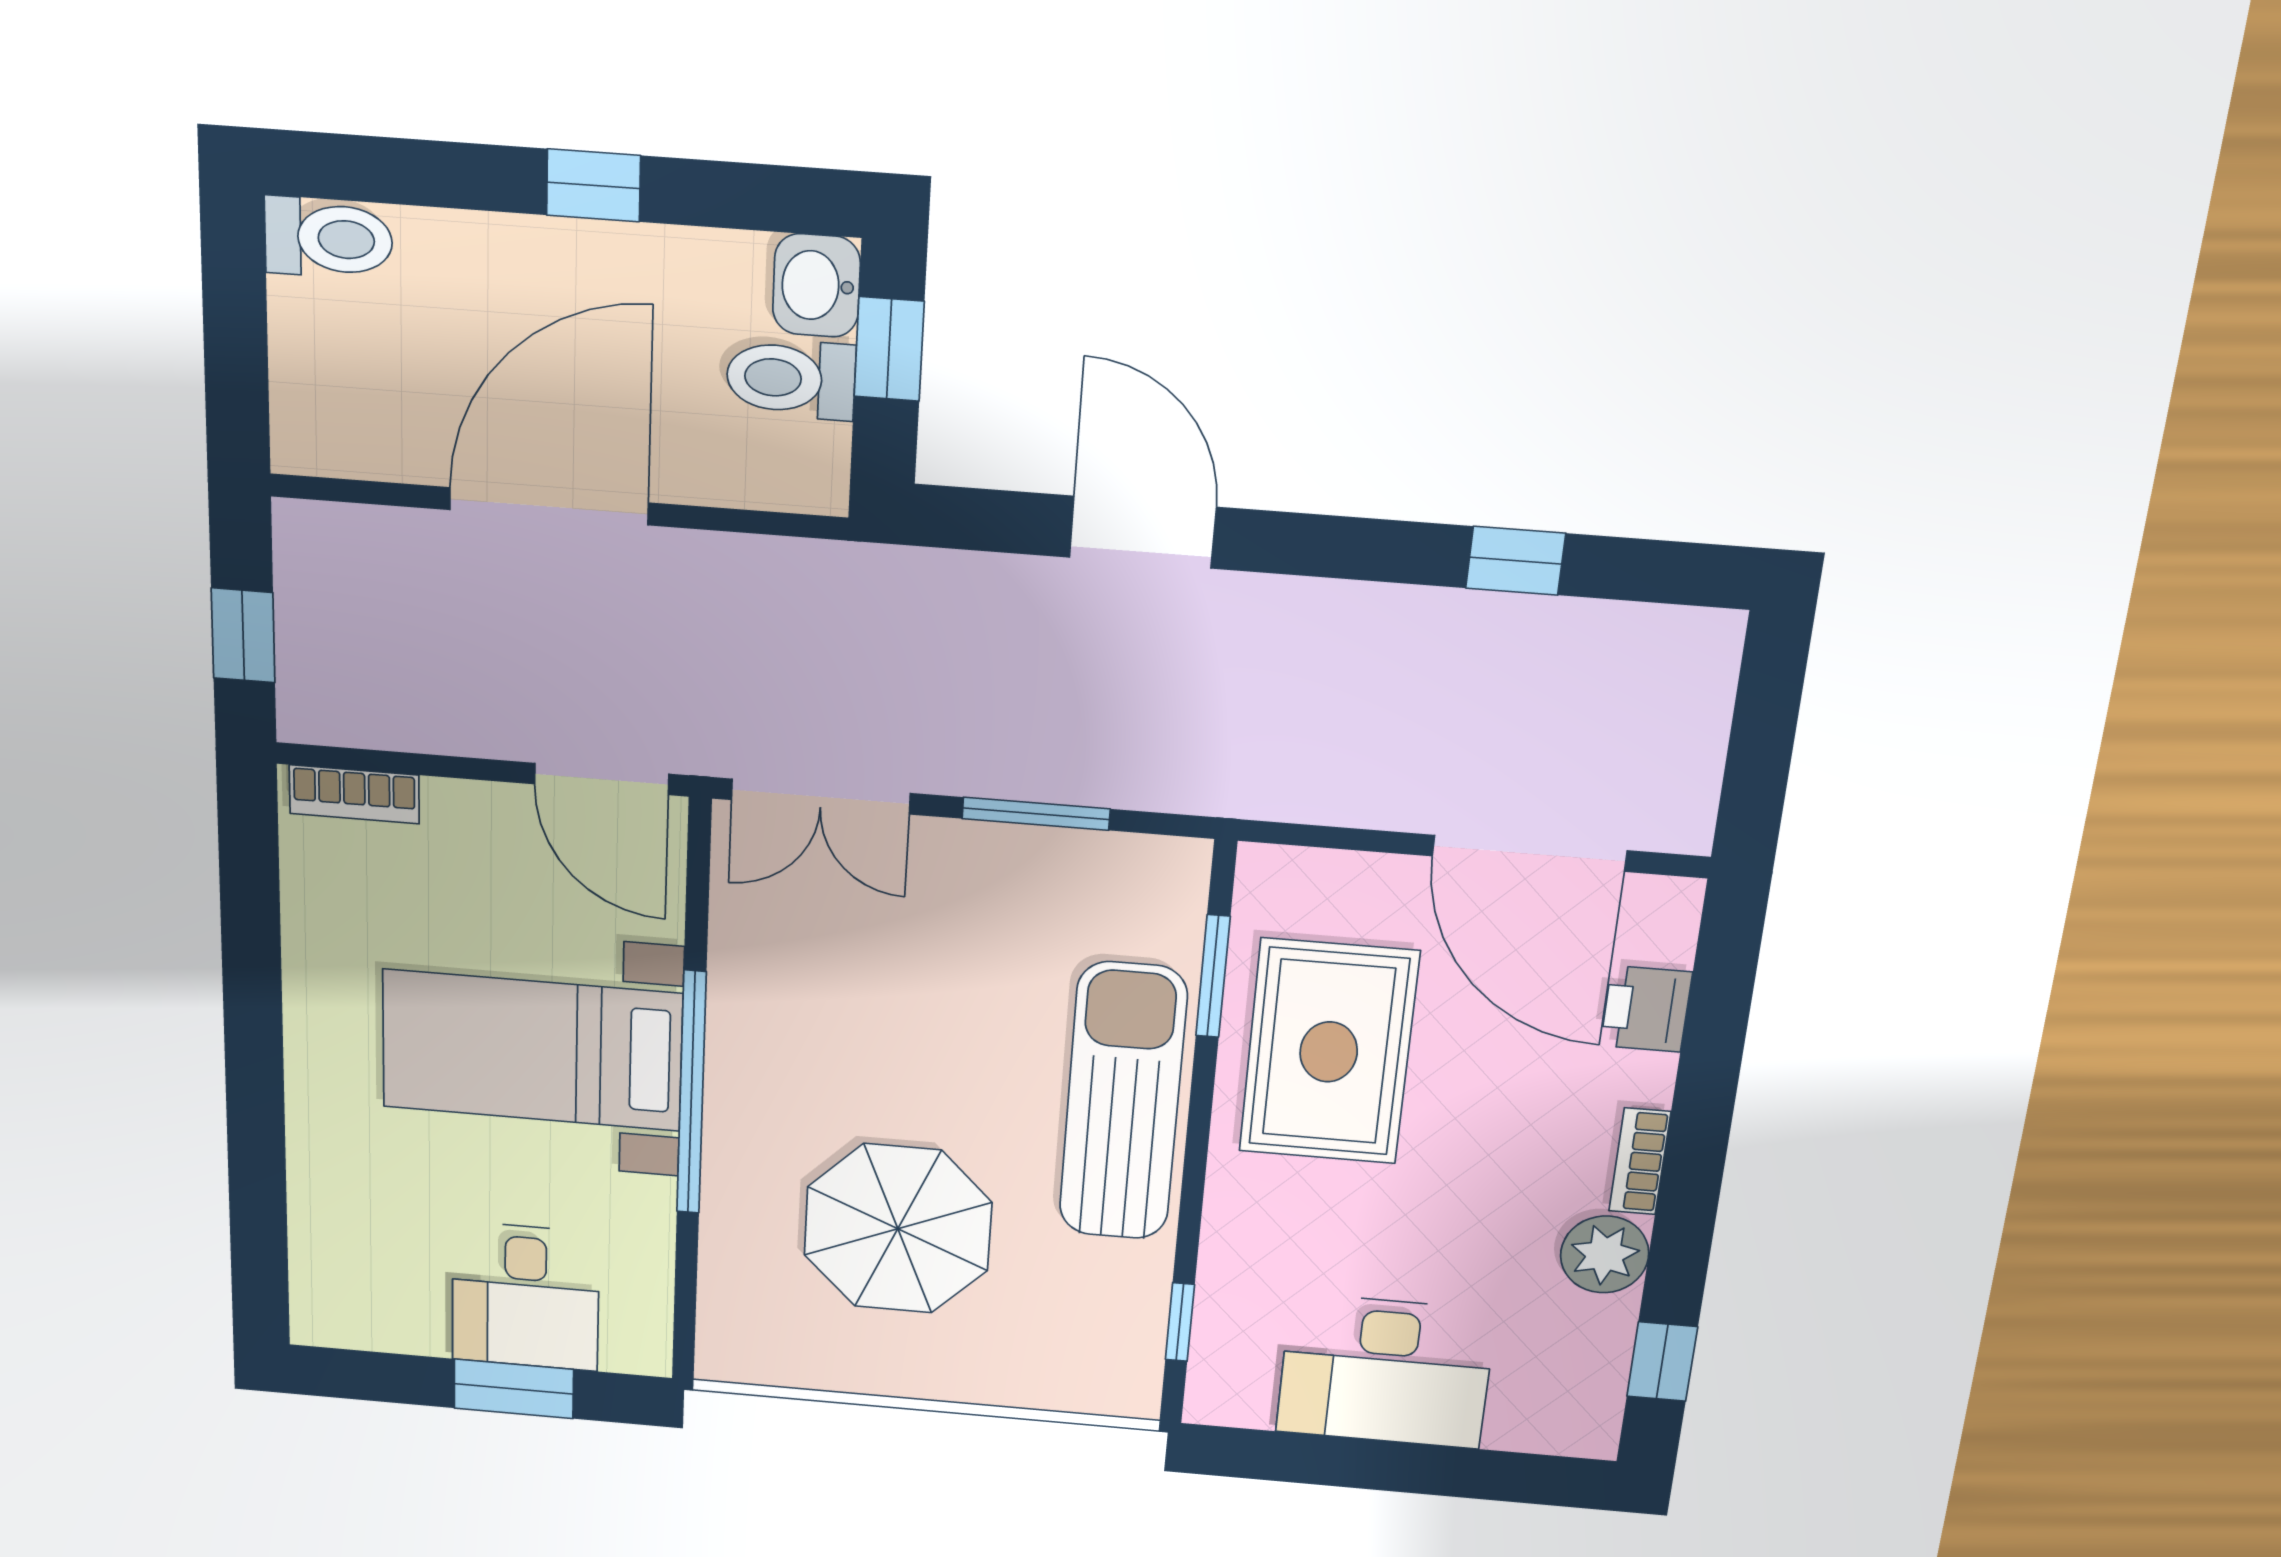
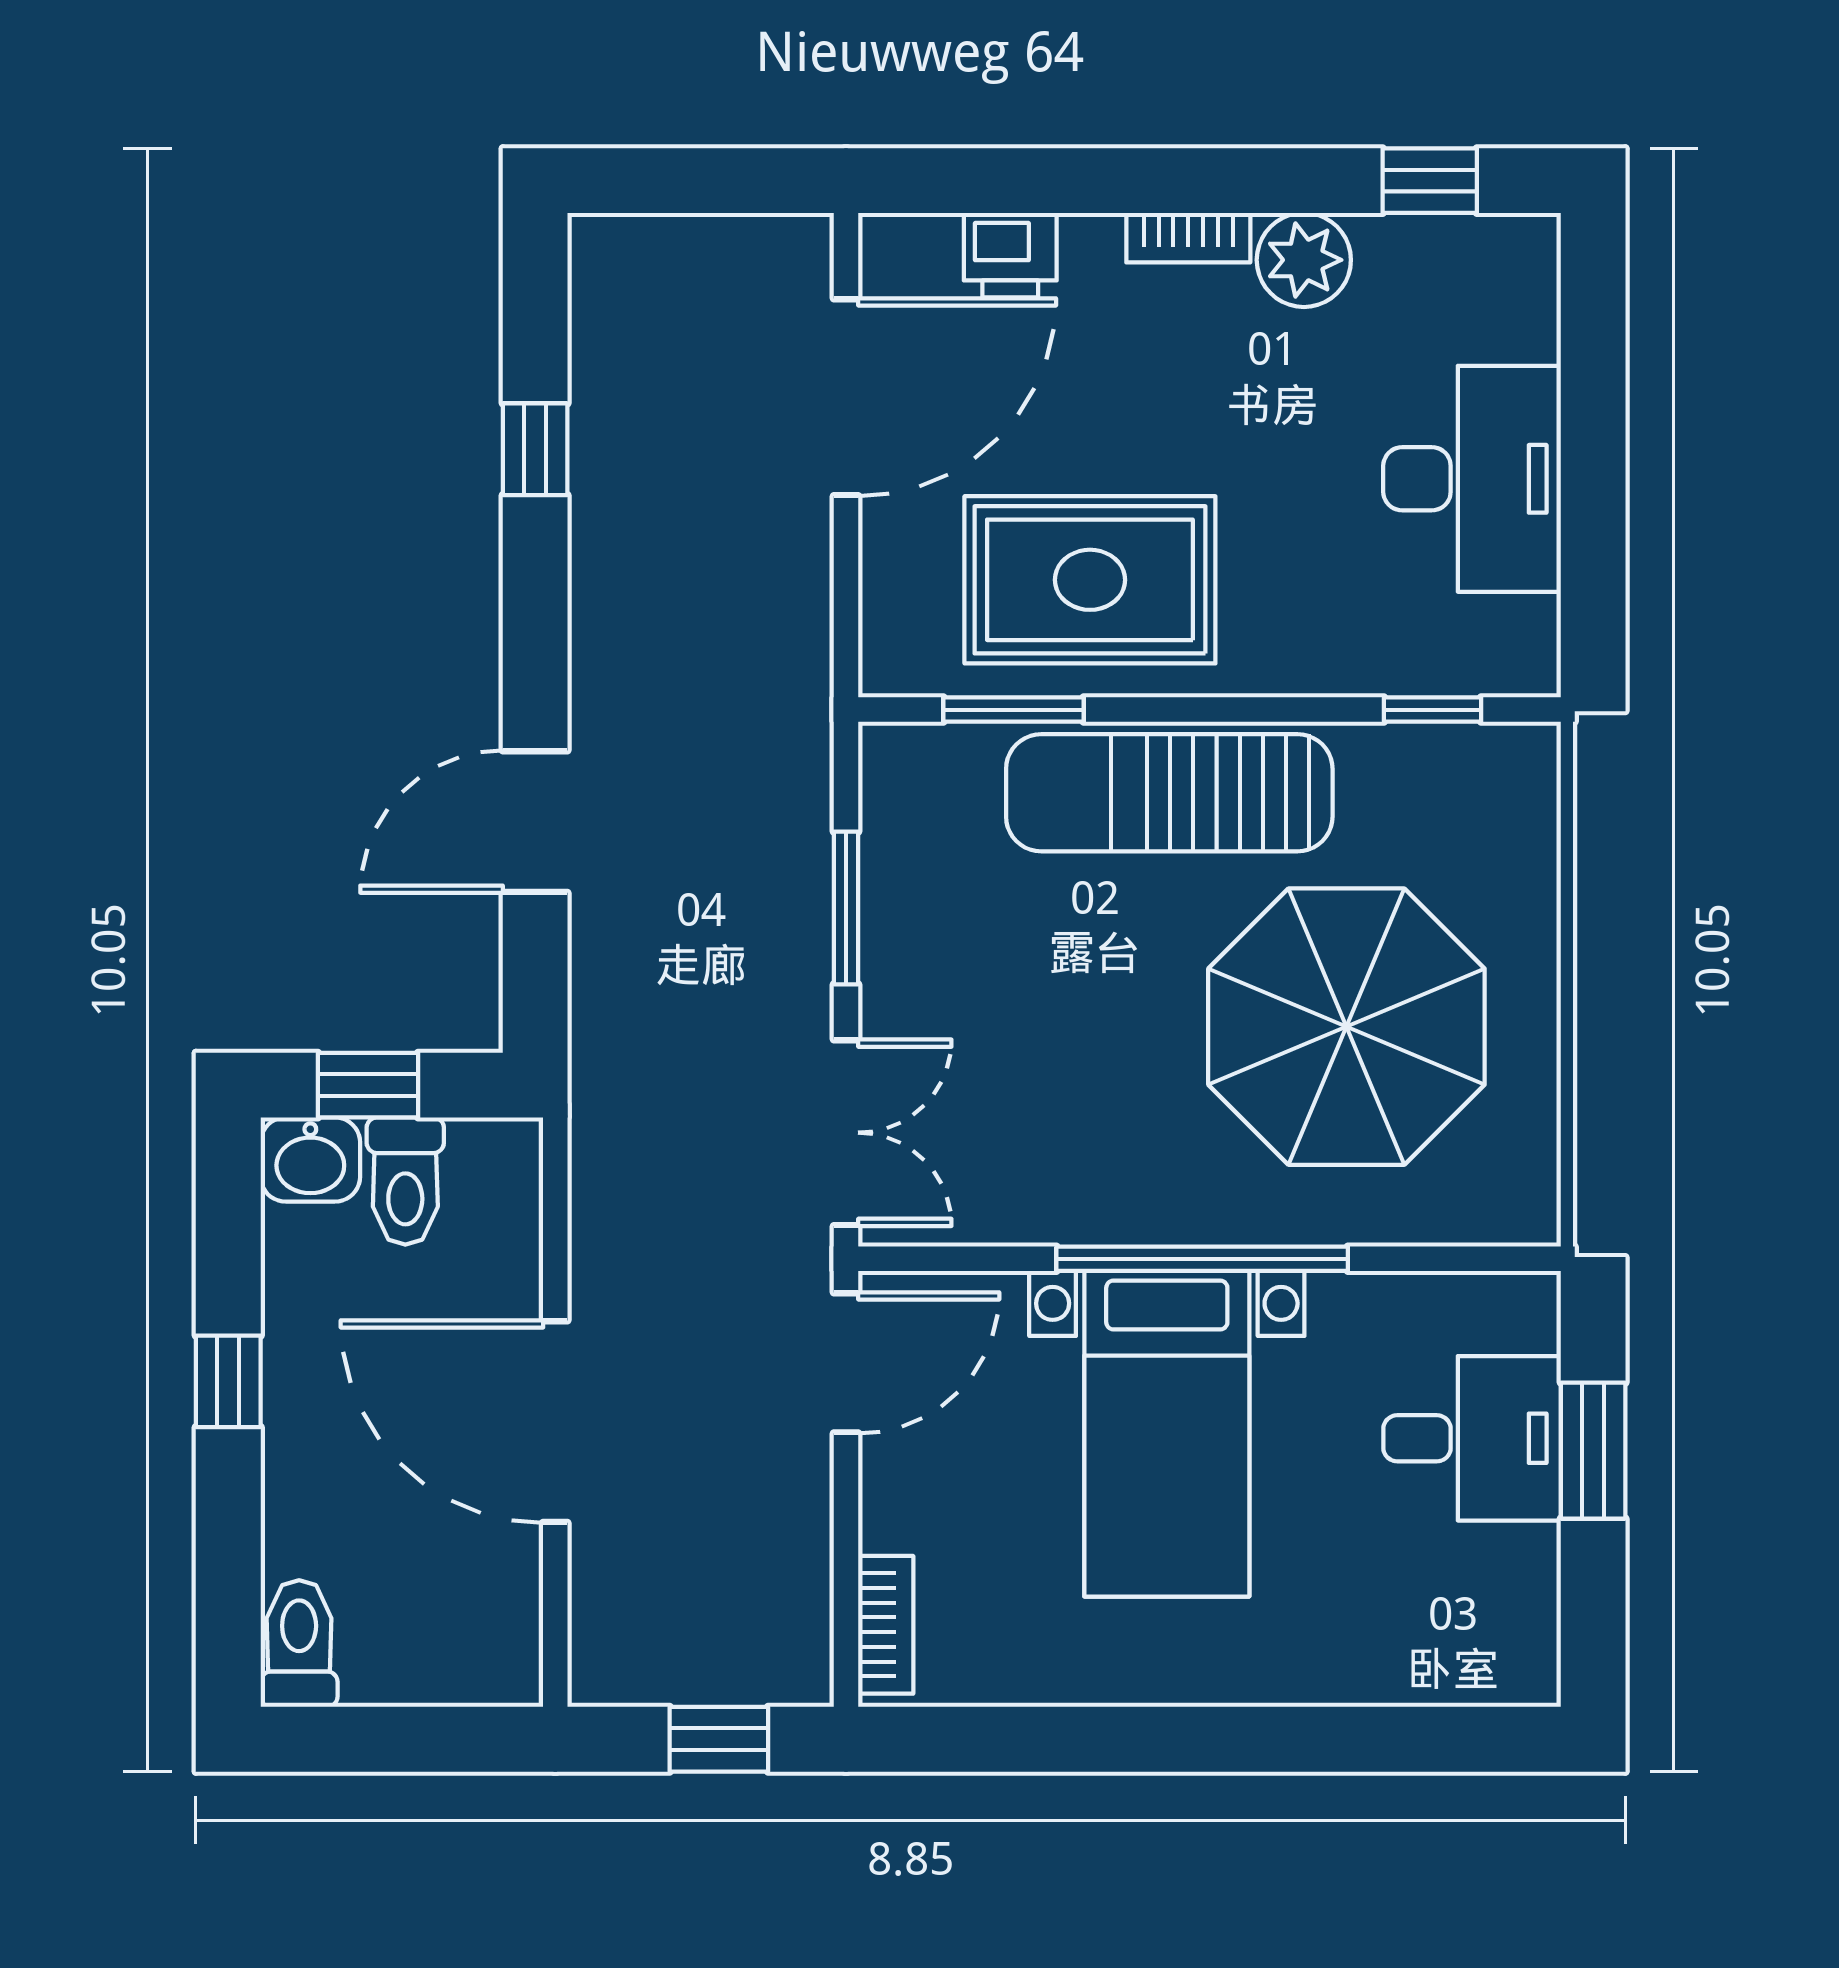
parasol: (898, 1229) -> (1346, 1027), width x1.36, depth x1.36

